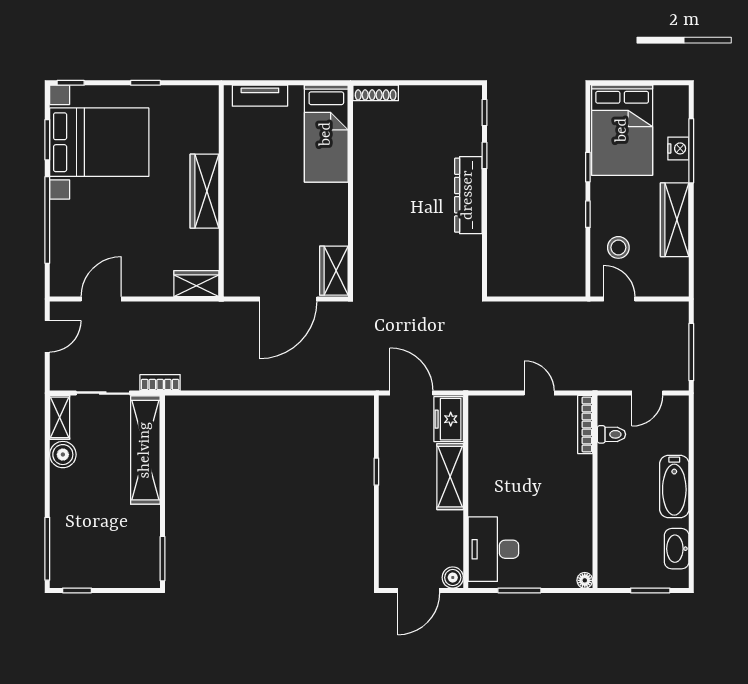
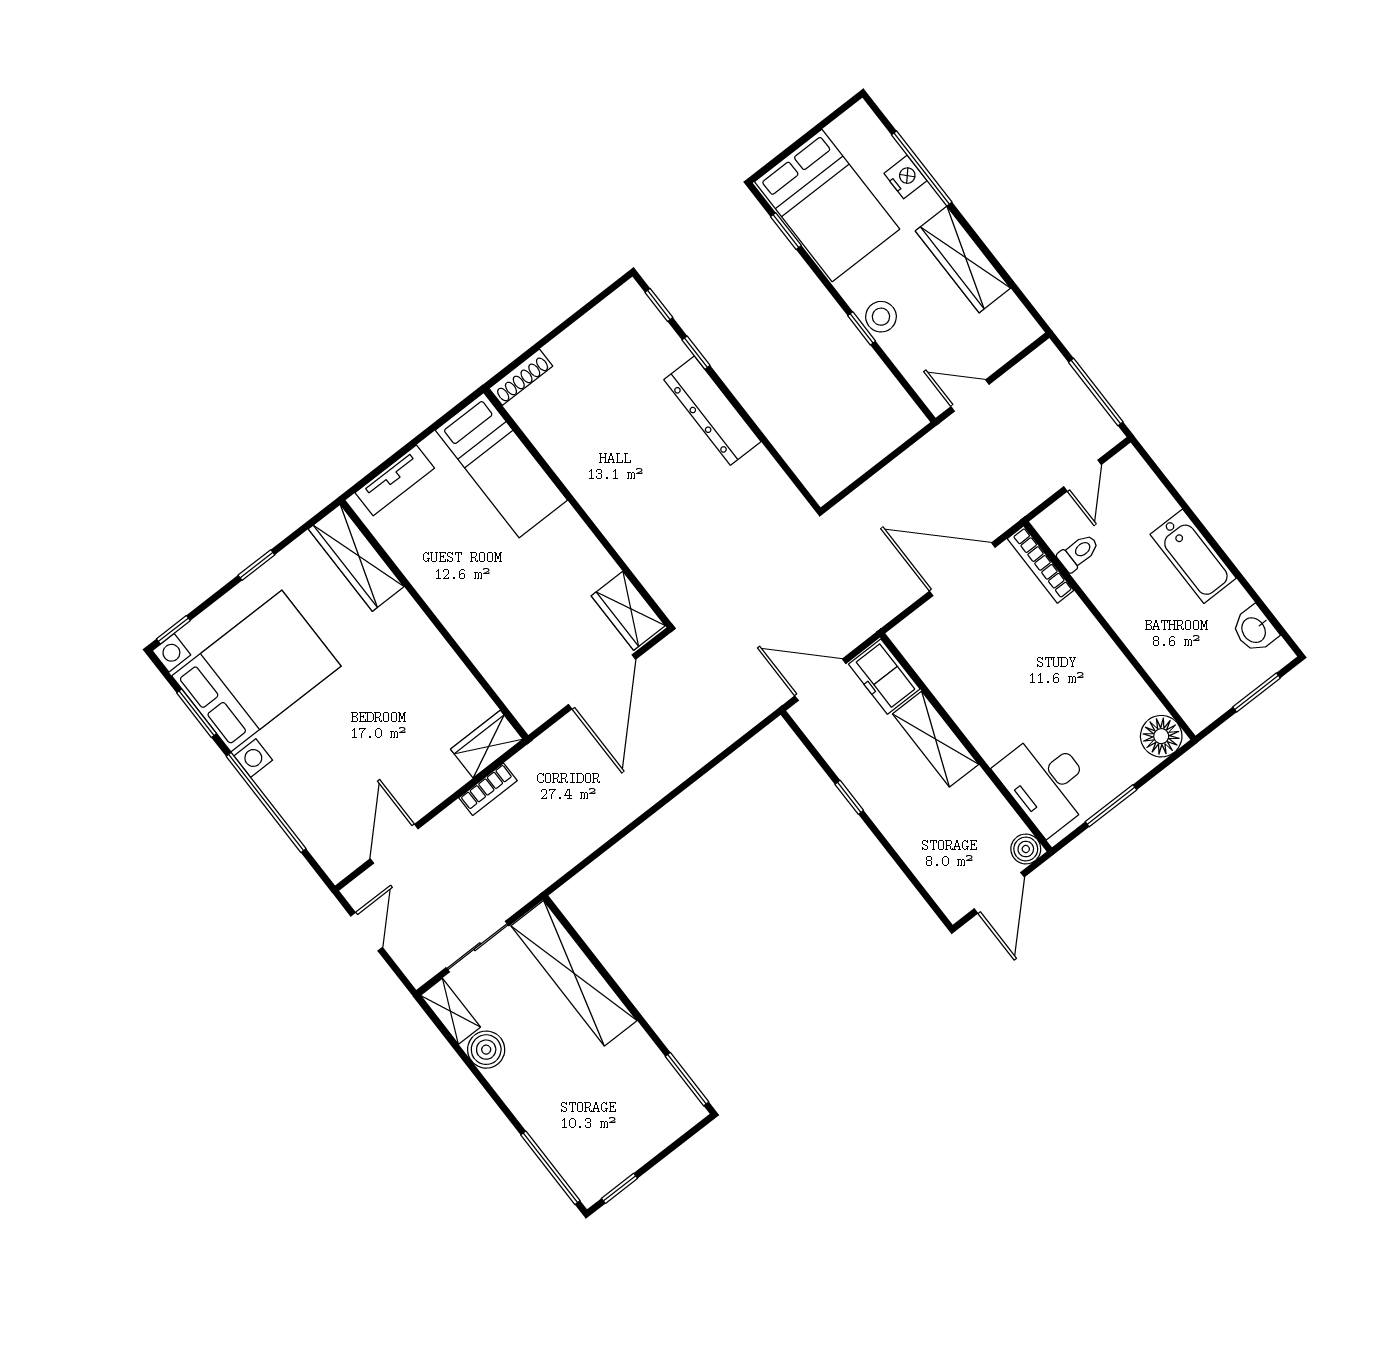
window: (588, 167) -> (786, 231), moved
wardrobe: (205, 191) -> (356, 558), moved
stool: (618, 247) -> (881, 317), moved
bookcase: (160, 383) -> (488, 789), moved, turned 180
door: (539, 393) -> (962, 569), width x1.87
washbasin: (677, 549) -> (1254, 629), width x0.72
floor lamp: (585, 580) -> (1161, 736), width x1.89, depth x1.89

